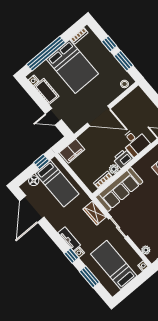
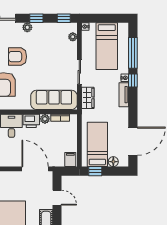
door: (99, 116) -> (35, 169), moved
filing cabinet: (72, 151) -> (70, 159), width x0.50
window: (89, 277) -> (133, 53), width x1.44

